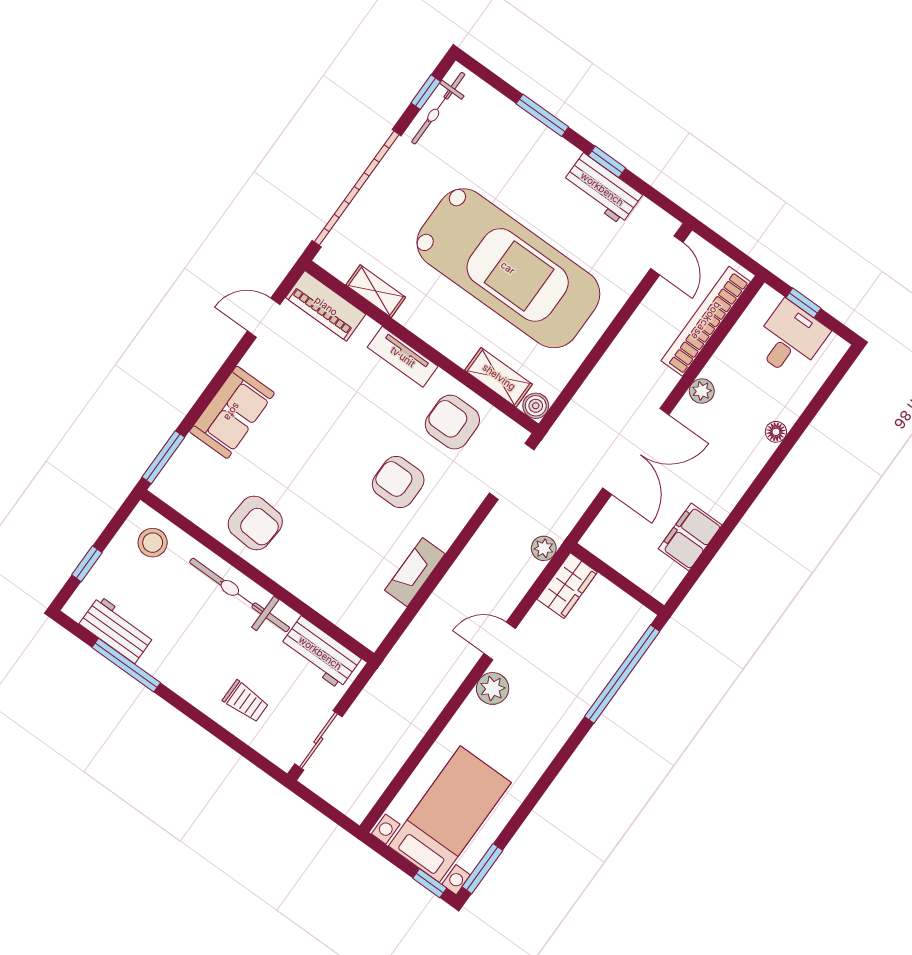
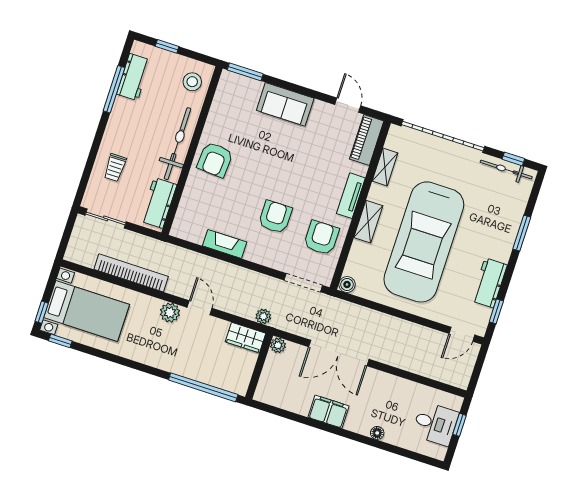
window: (607, 162) -> (496, 311), moved
bookcase: (706, 321) -> (131, 273), moved
shelving: (499, 377) -> (368, 222), moved
plant: (702, 391) -> (278, 345), moved
armchair: (255, 523) -> (215, 160), moved
filing cabinet: (690, 537) -> (329, 412), moved
window: (482, 869) -> (60, 341), width x0.67

